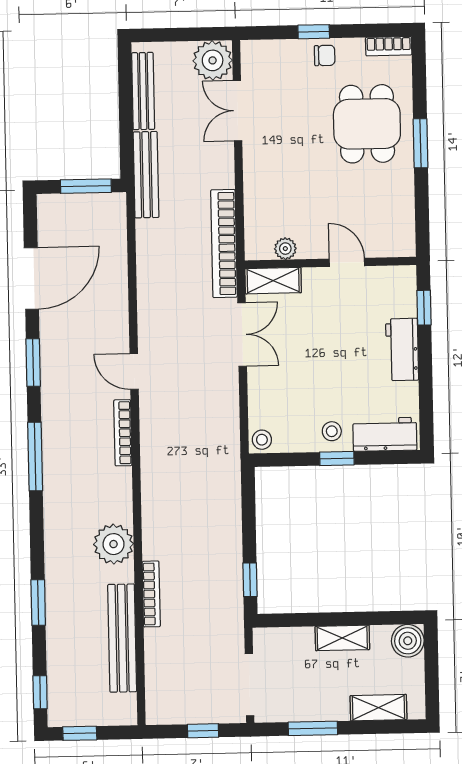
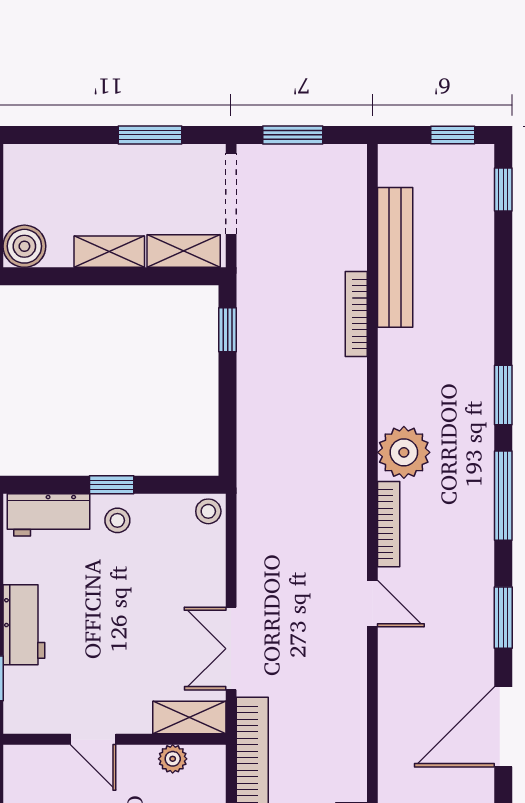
plant: (114, 544) -> (404, 452), moved
window: (38, 603) -> (503, 395), moved
shelving: (378, 708) -> (184, 251), moved
window: (203, 731) -> (293, 135), width x1.50

